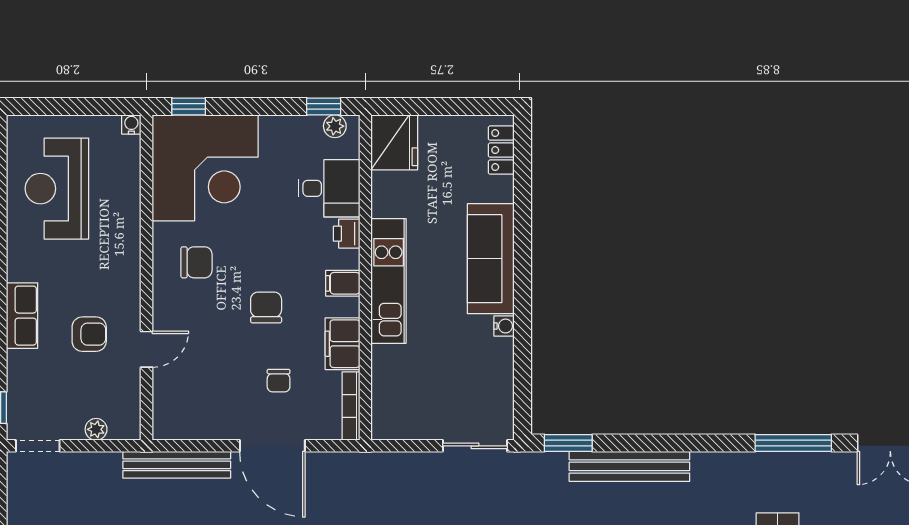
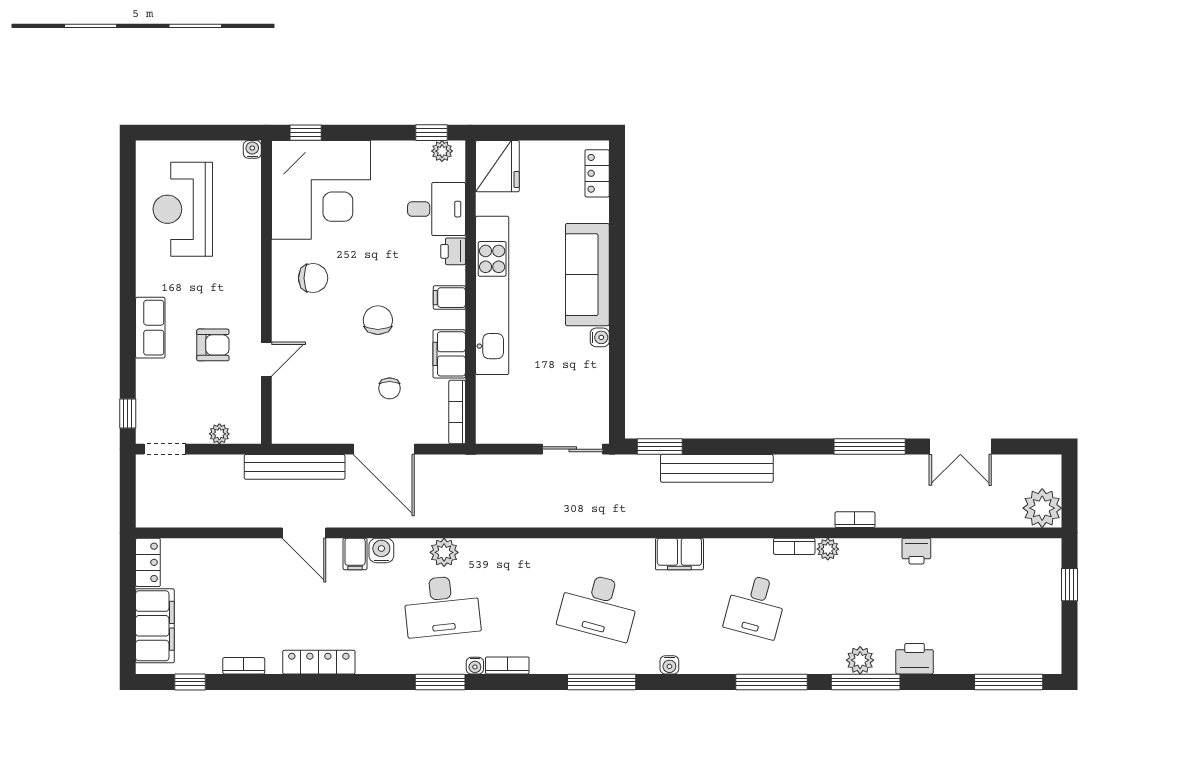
kitchen unit: (389, 281) -> (492, 295), width x1.36

